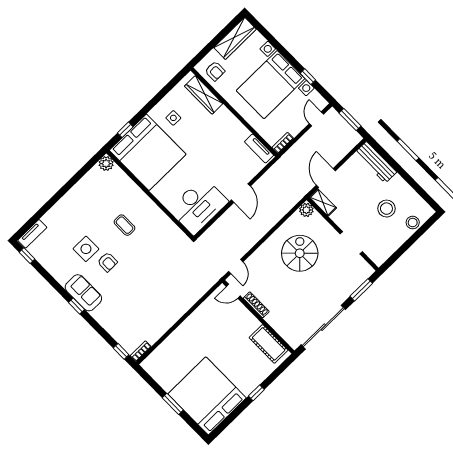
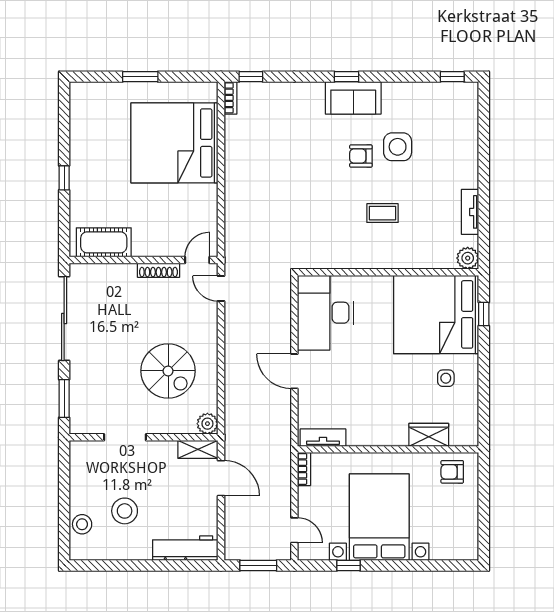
wardrobe: (235, 38) -> (466, 528), removed
wardrobe: (204, 95) -> (429, 435), width x0.67
tv unit: (32, 234) -> (470, 212), moved
bed: (207, 396) -> (174, 143), moved, turned 180

